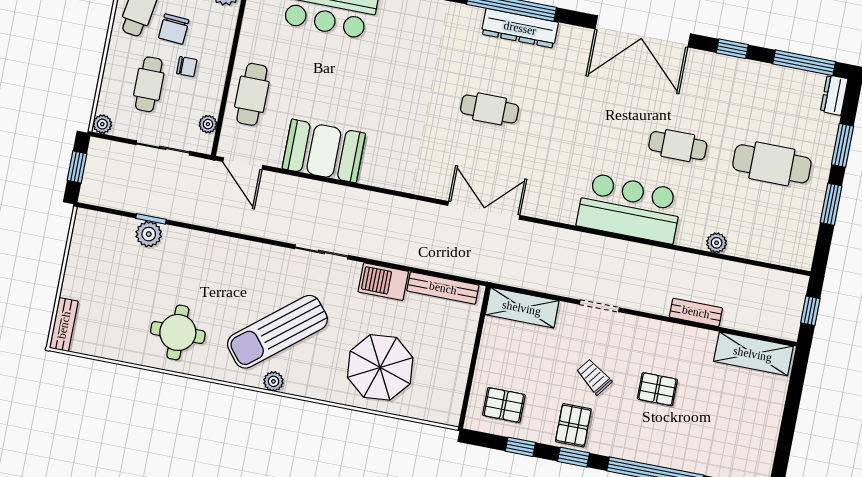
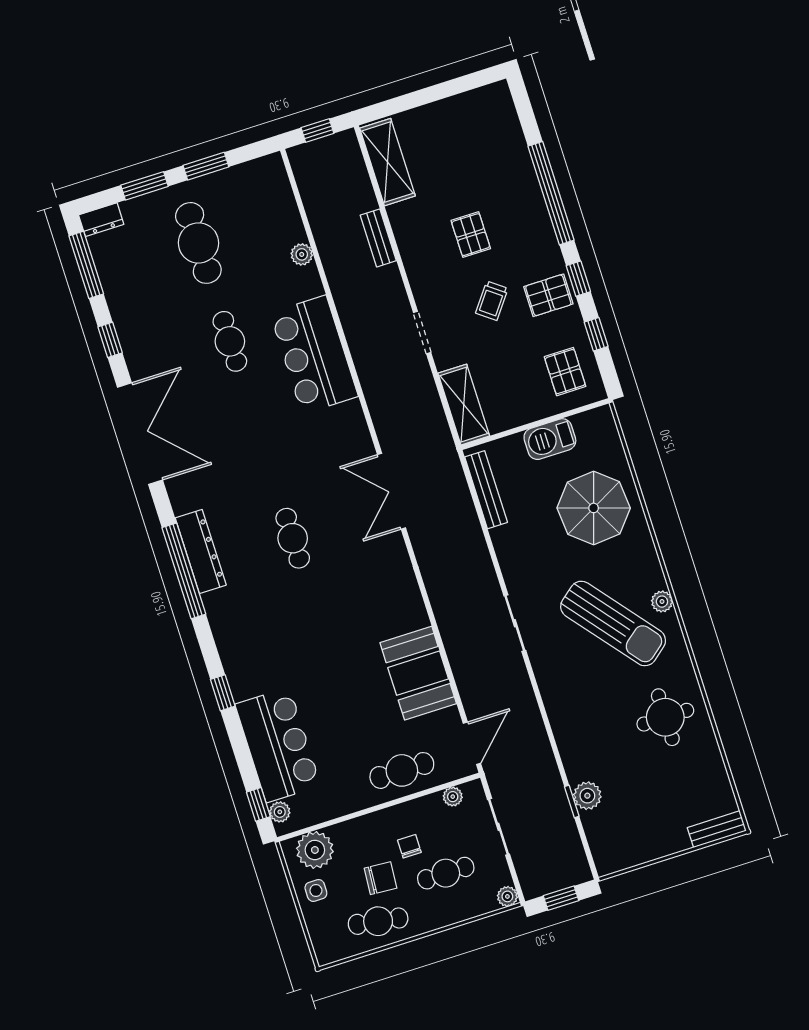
barbecue: (383, 282) -> (550, 439), moved, turned 90

